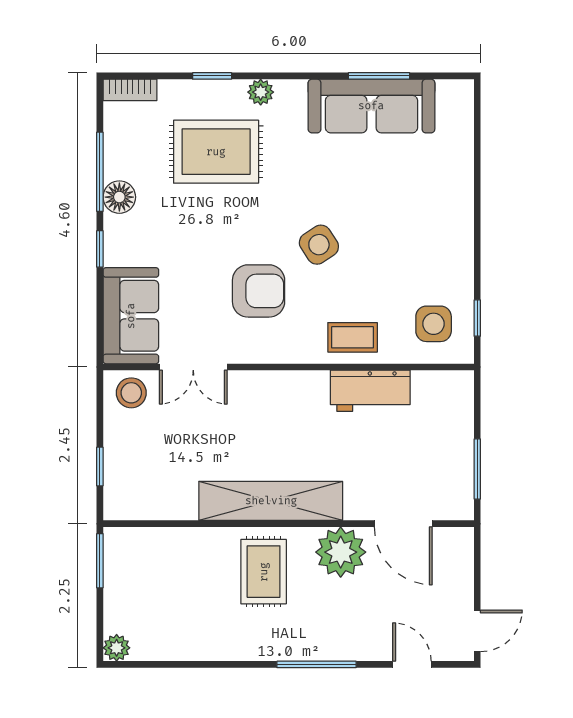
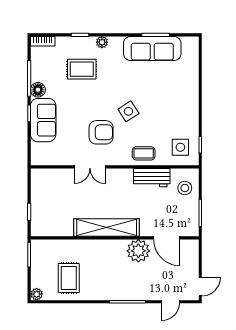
rug: (216, 152) -> (82, 69), width x0.73, depth x0.70
sofa: (131, 316) -> (43, 120), moved
double door: (193, 367) -> (90, 167), moved
stool: (131, 393) -> (185, 188), moved
rug: (264, 572) -> (69, 278), moved
door: (412, 664) -> (171, 302), swing flipped

